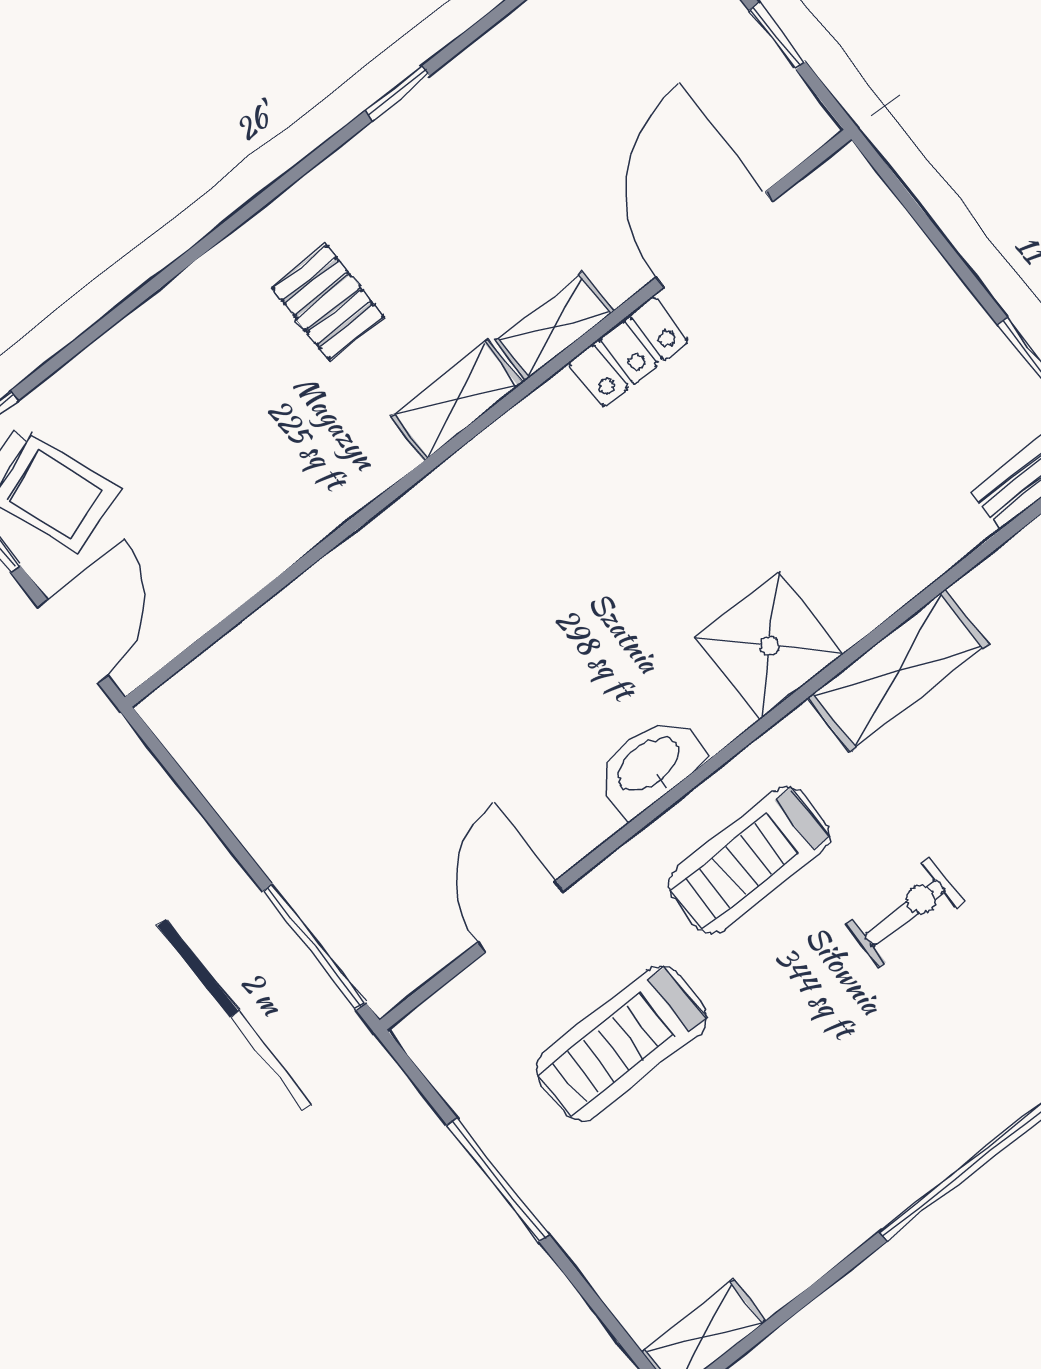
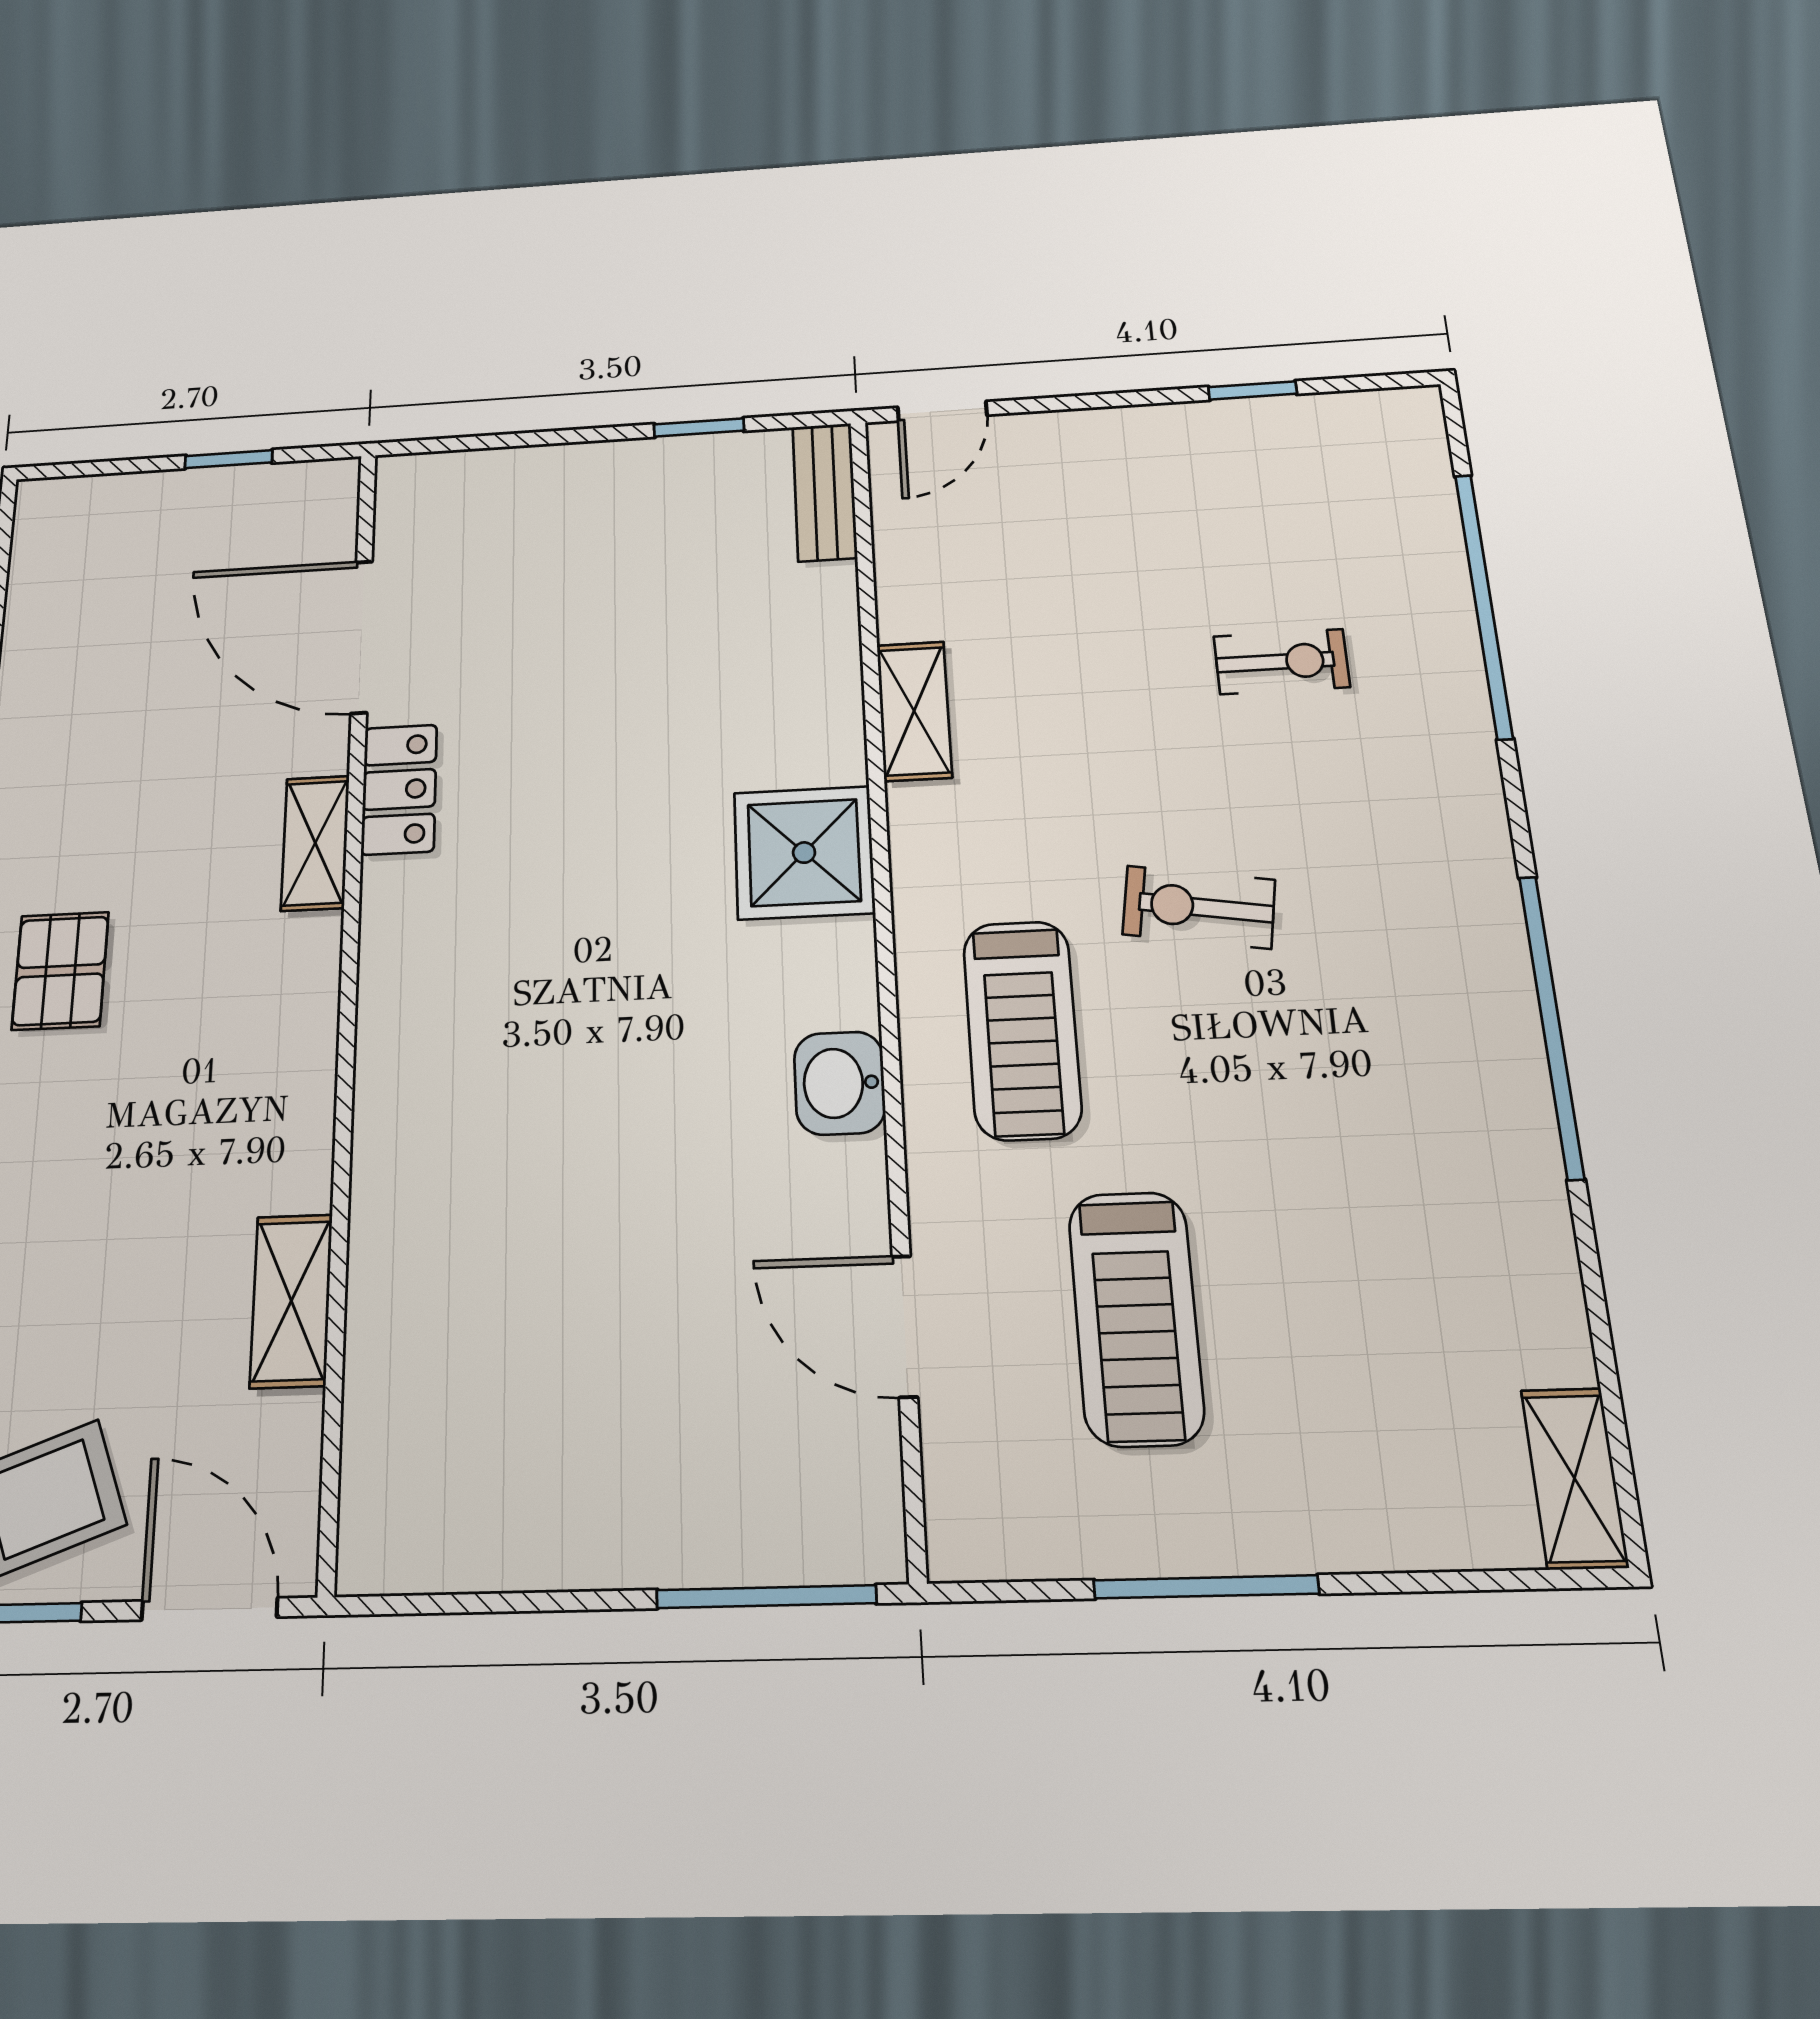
pallet: (328, 302) -> (60, 971), moved, turned 90
shelving: (456, 400) -> (291, 1301), moved
shelving: (898, 671) -> (914, 711), width x0.67, depth x0.75
washbasin: (649, 766) -> (840, 1083), width x0.72
exercise bike: (905, 913) -> (1199, 907), turned -81

